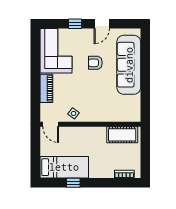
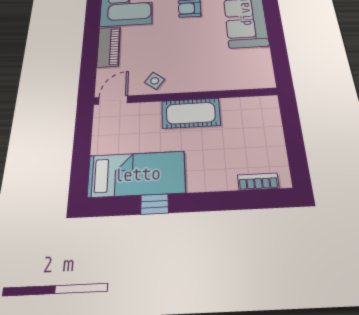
door: (51, 124) -> (113, 100), swing flipped
cot: (122, 135) -> (191, 113), moved

